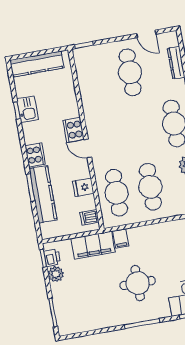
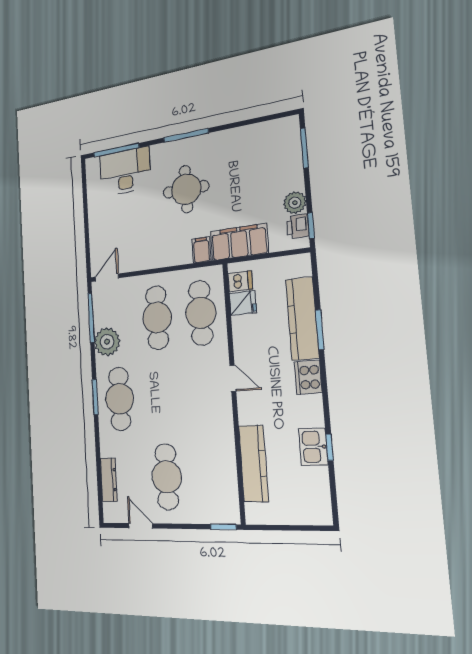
kitchen counter: (37, 64) -> (254, 464), moved, turned 90
cooker: (74, 130) -> (250, 407), removed
fridge: (83, 187) -> (243, 303), moved

